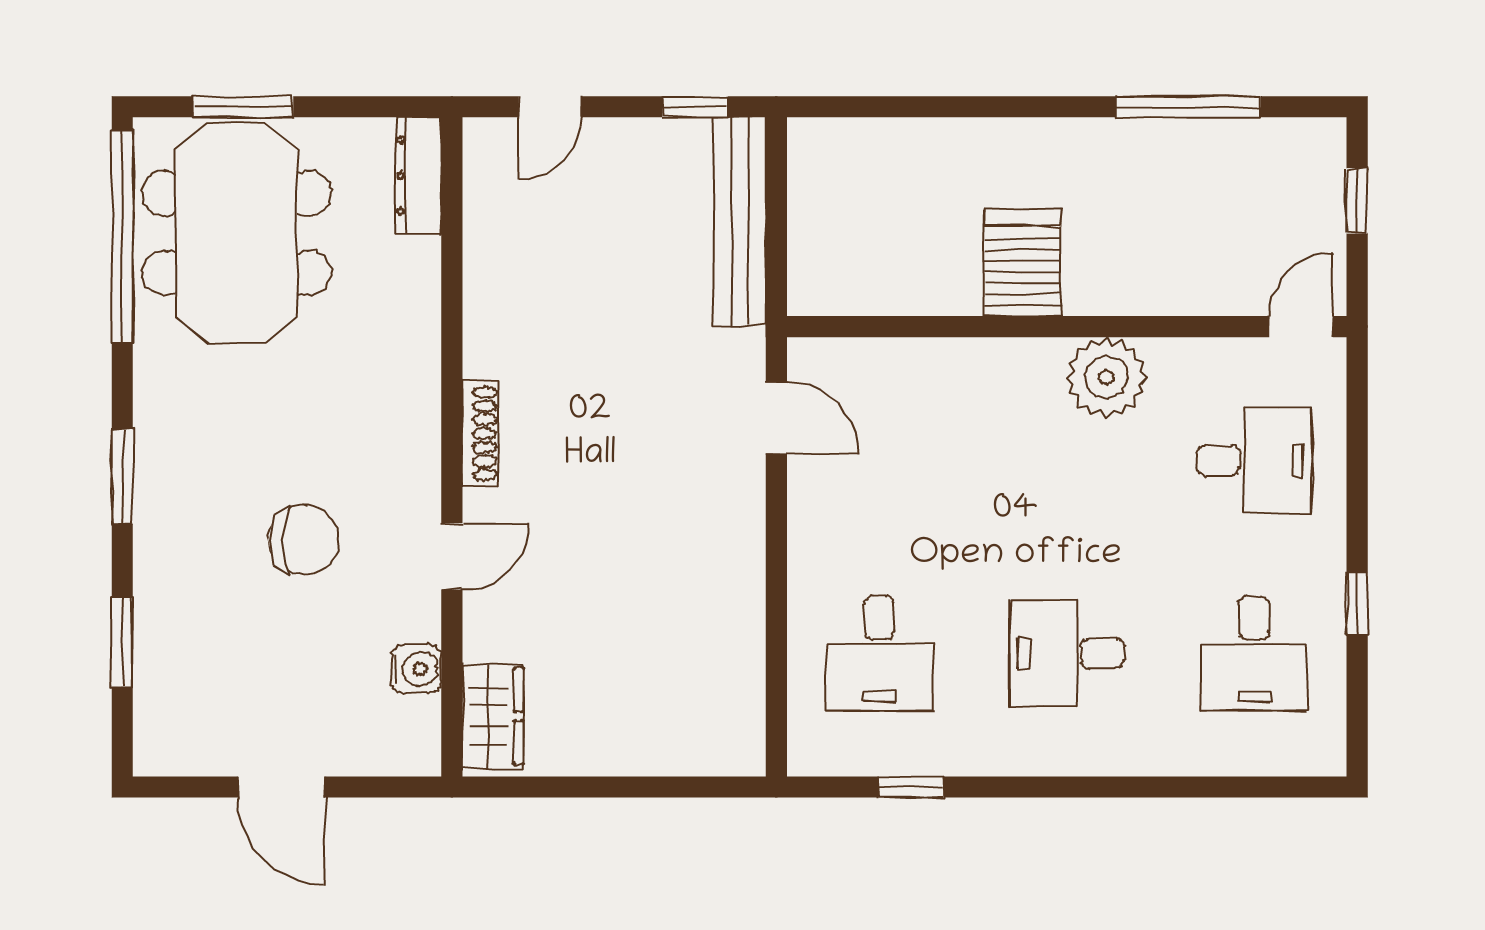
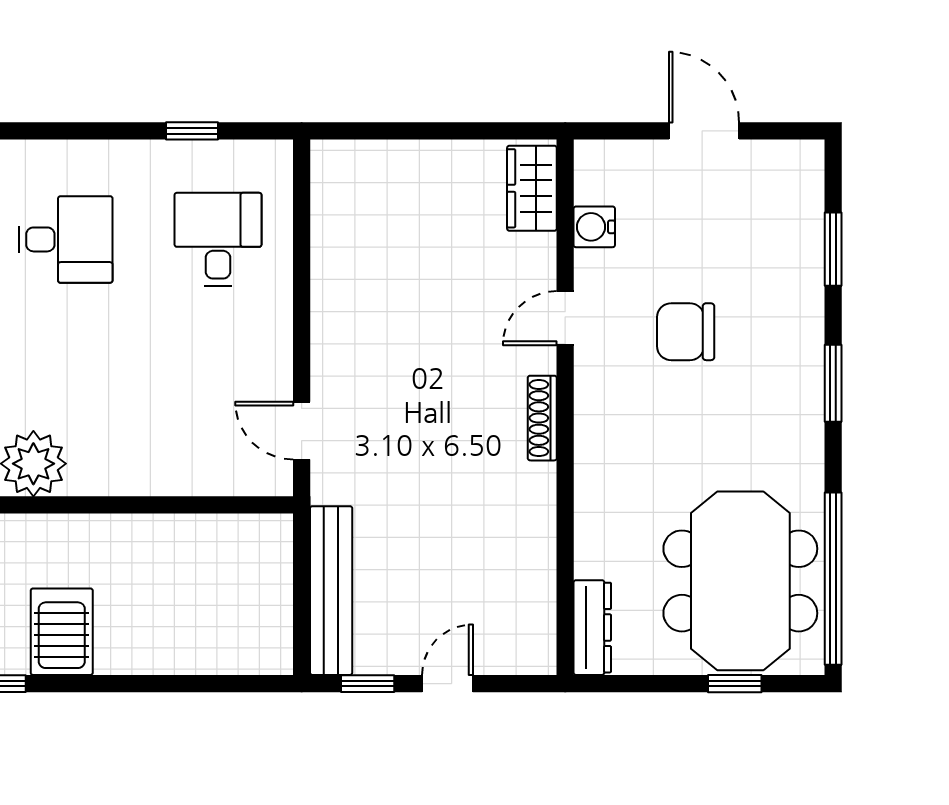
window: (243, 107) -> (735, 684), width x0.67
door: (550, 107) -> (447, 684), moved
server rack: (1023, 263) -> (62, 632), moved, turned 180

